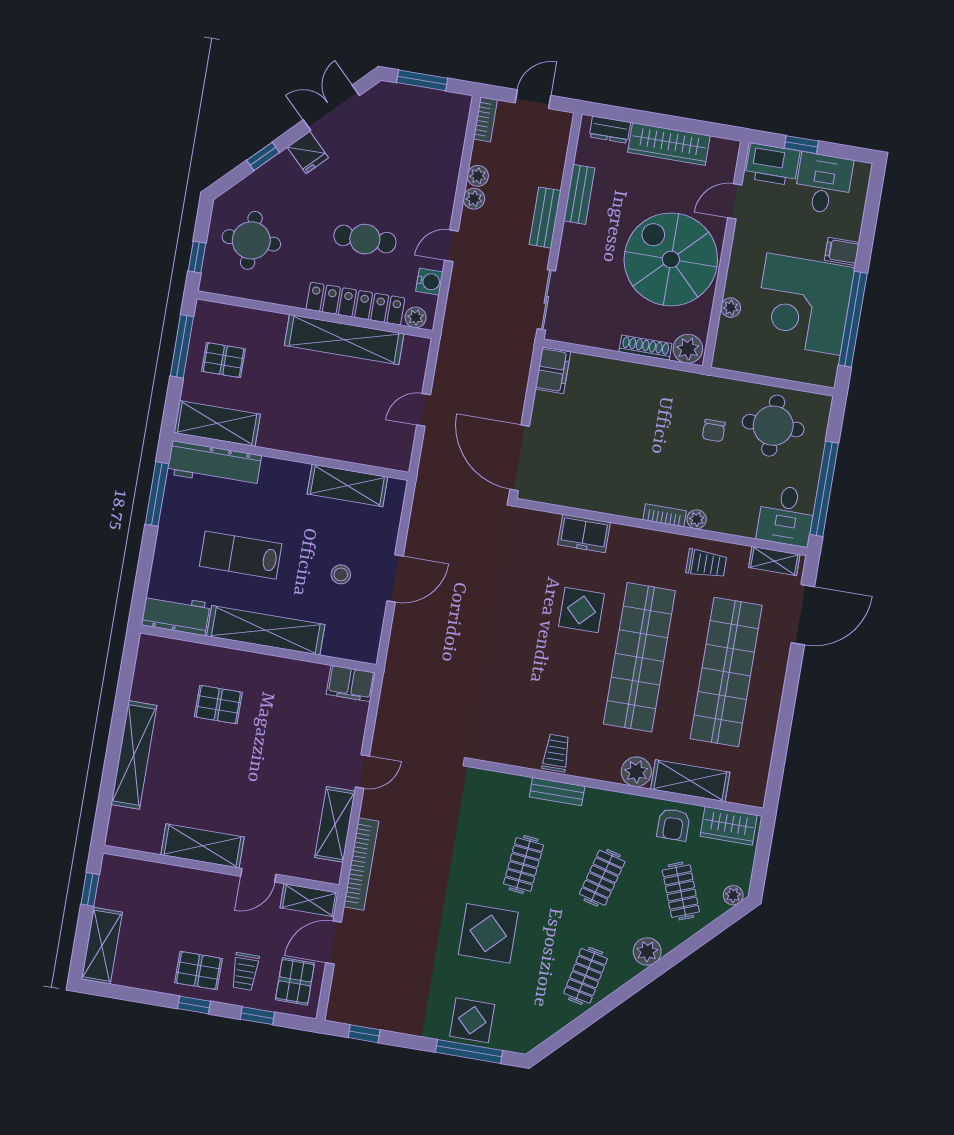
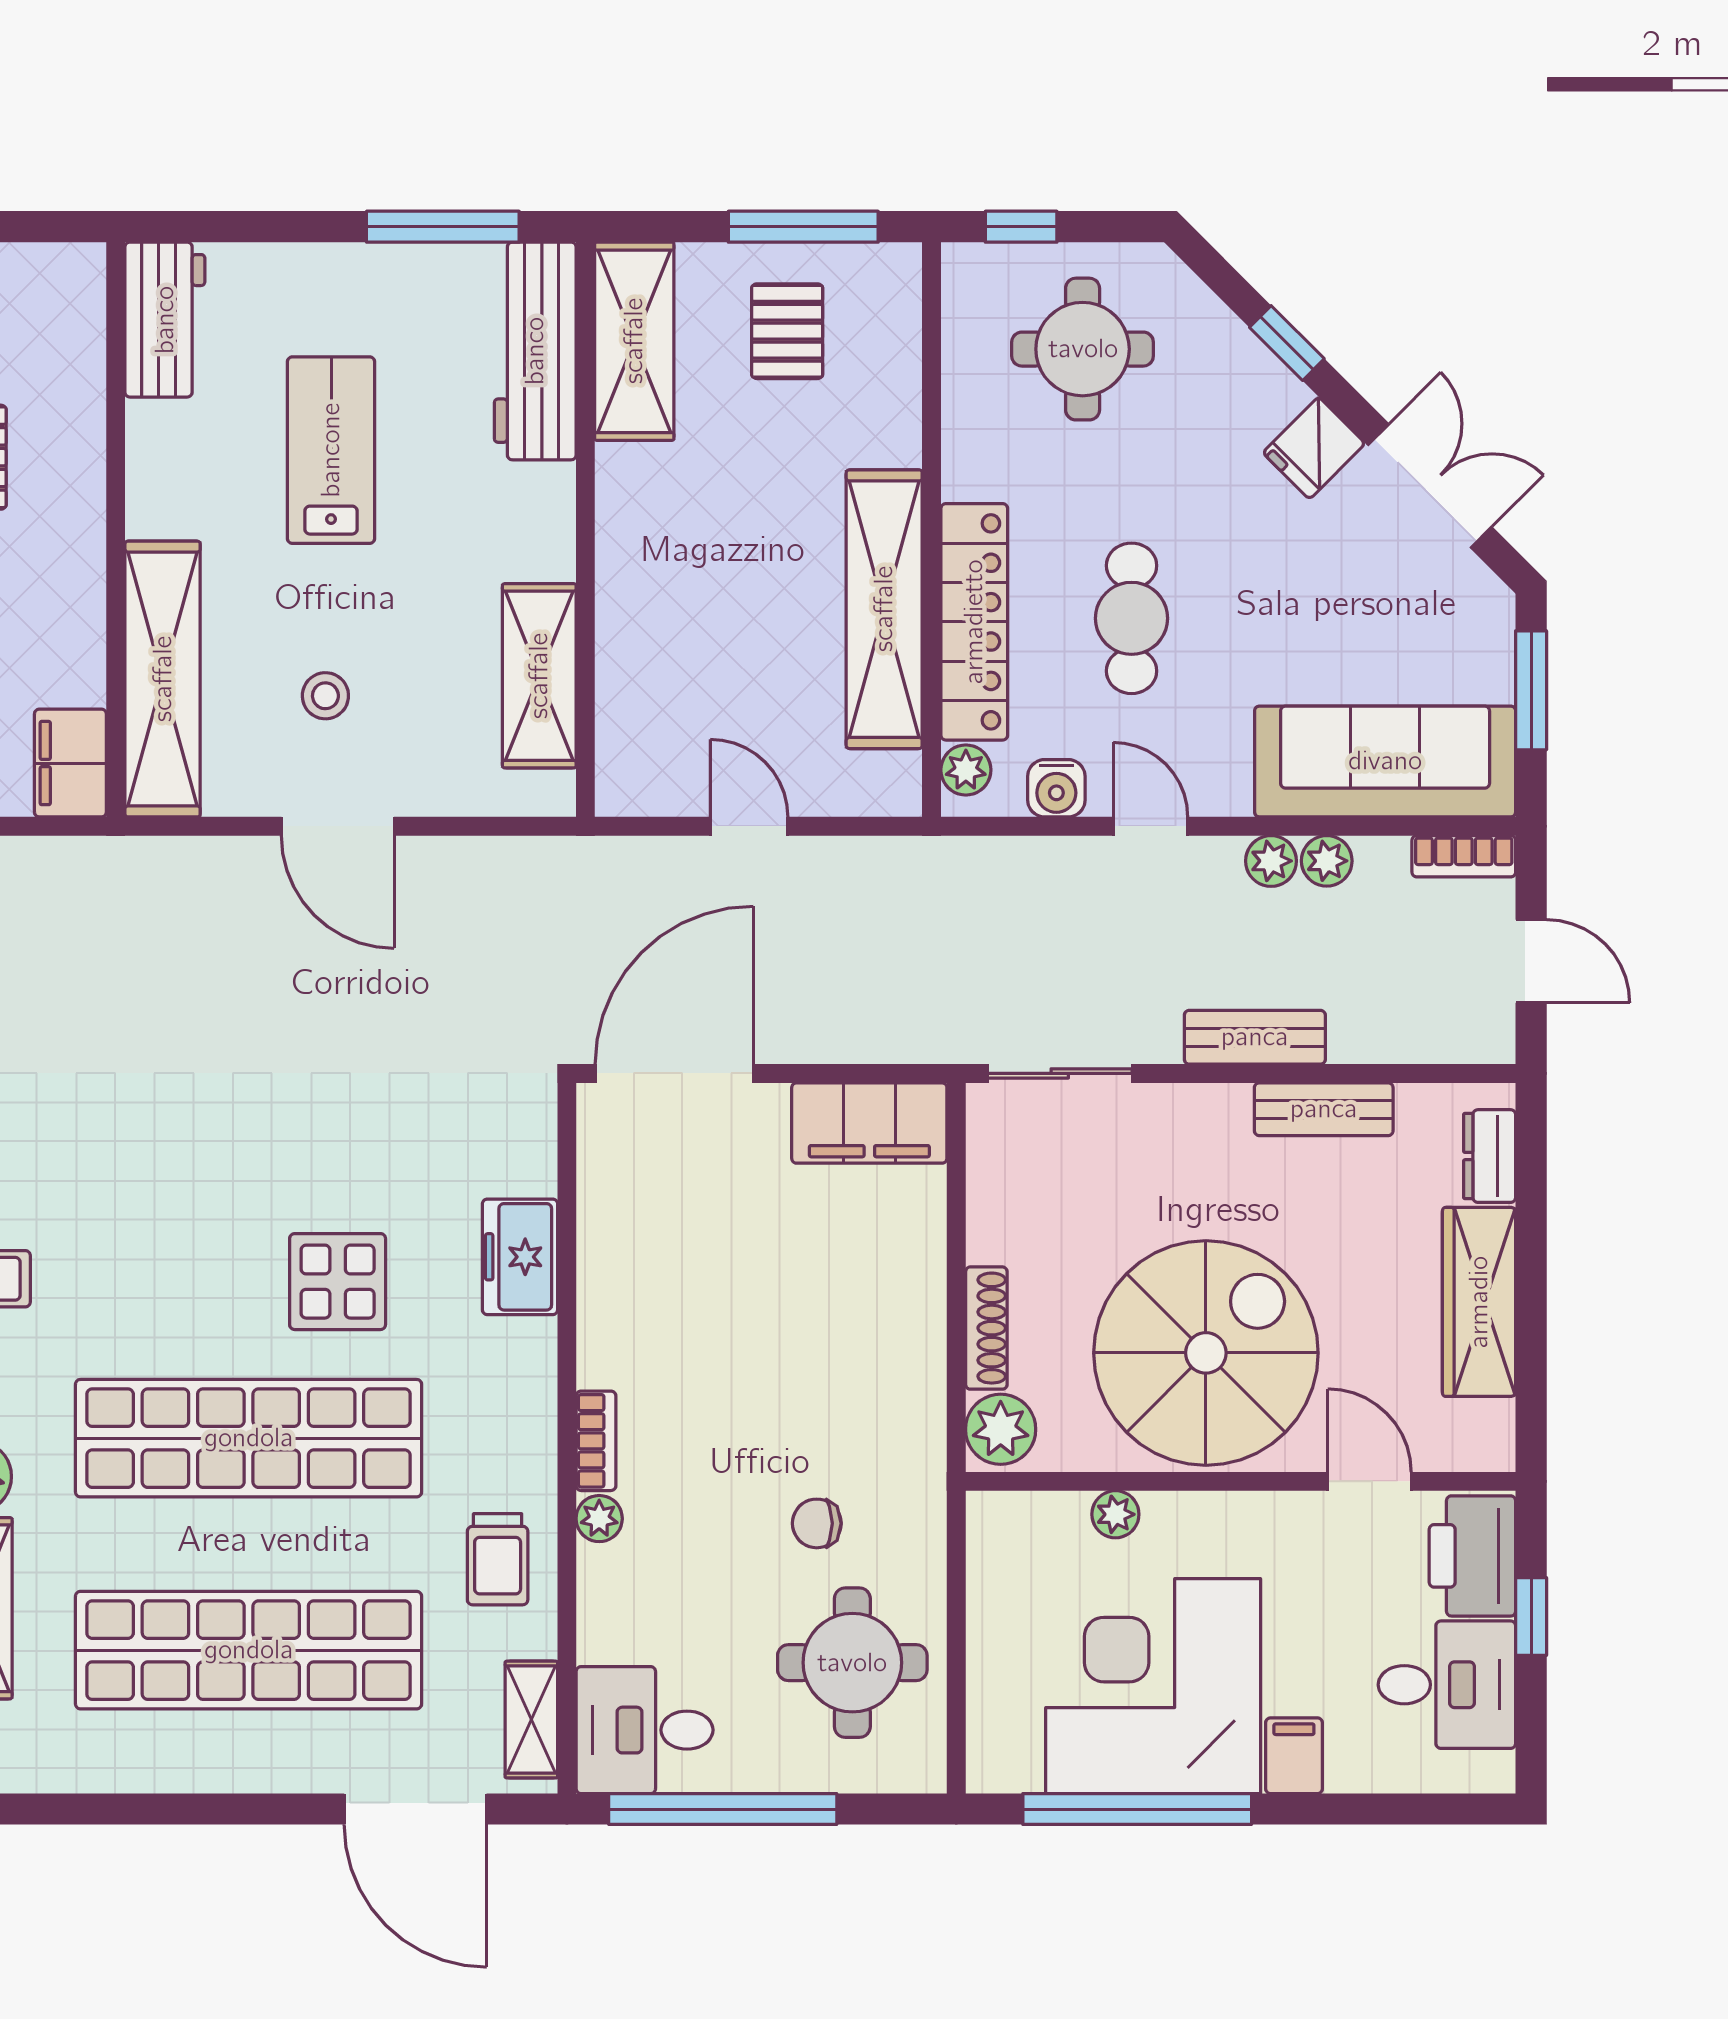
sofa: (441, 145) -> (1385, 761), added
filing cabinet: (553, 370) -> (869, 1123), width x1.50, depth x1.17
shelving: (266, 630) -> (163, 679), moved

